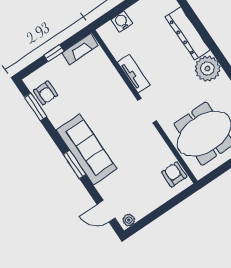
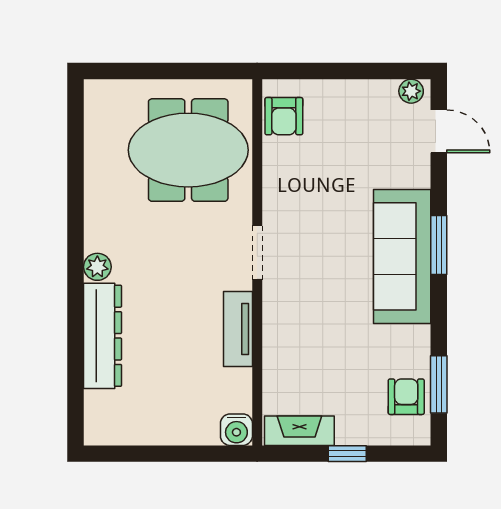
water cooler: (122, 21) -> (236, 430), moved
plant: (207, 69) -> (97, 267), width x0.53, depth x0.53

